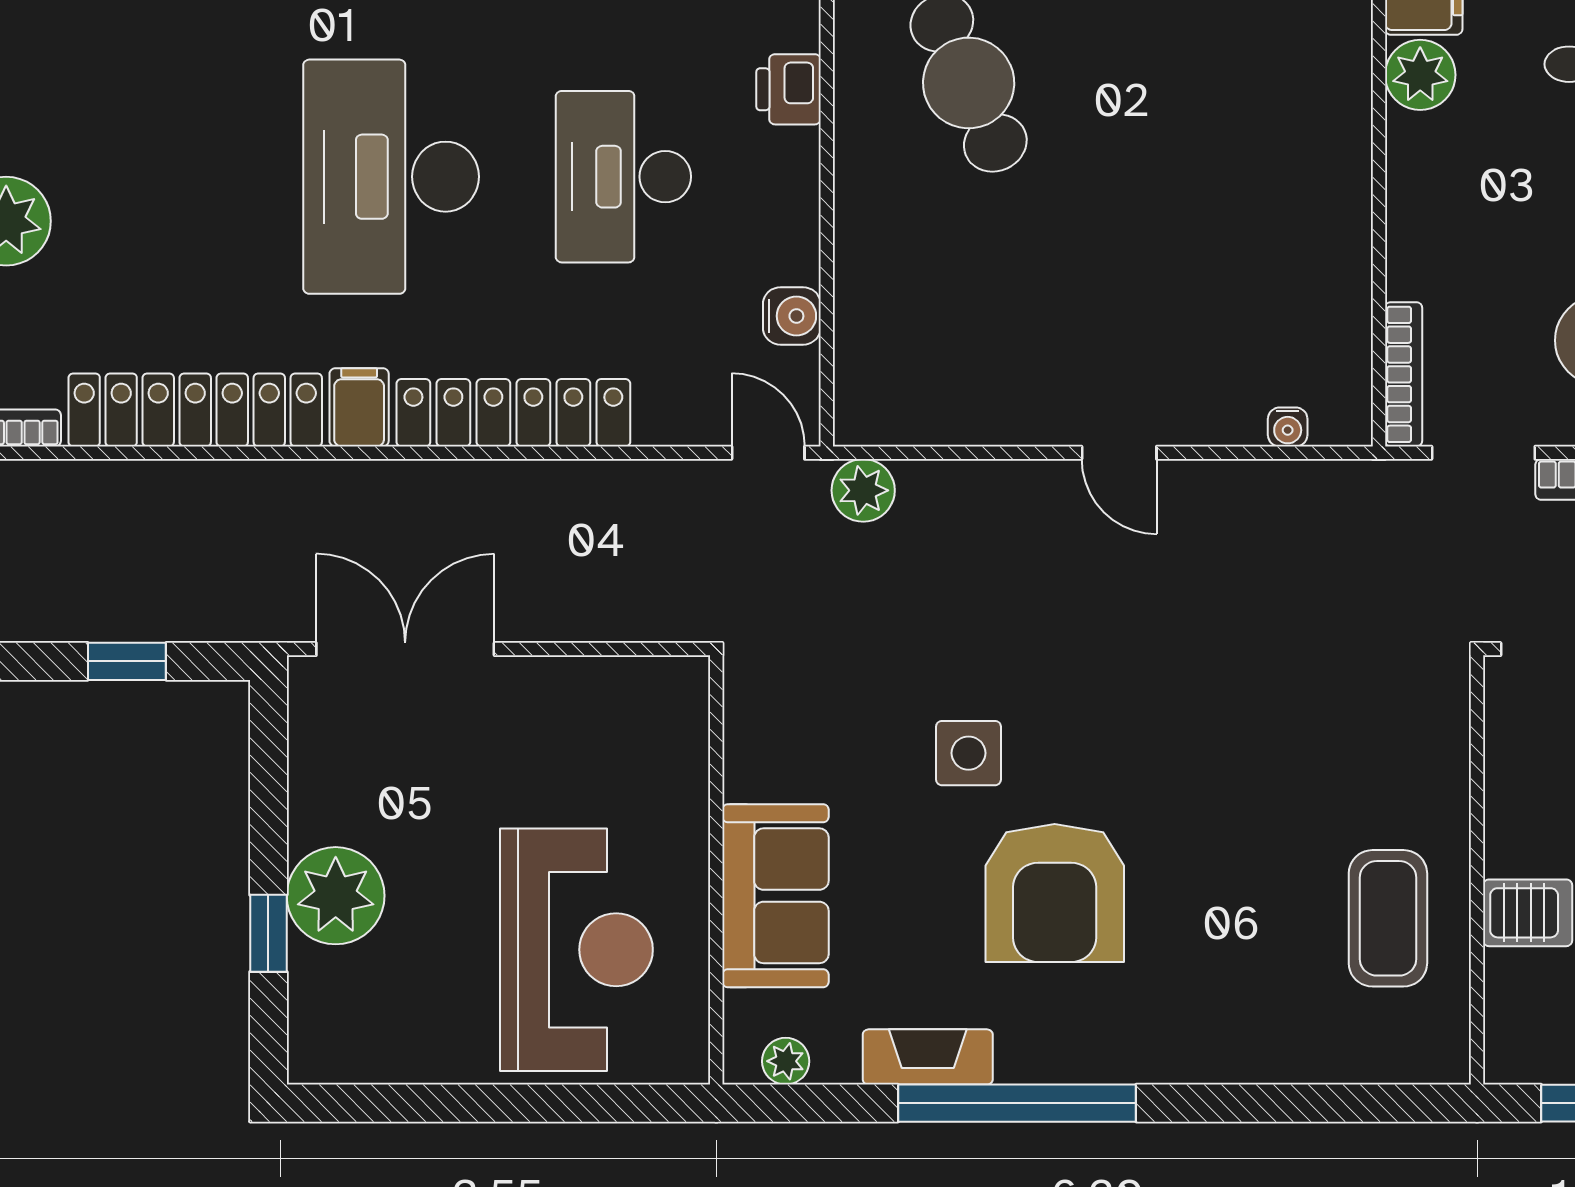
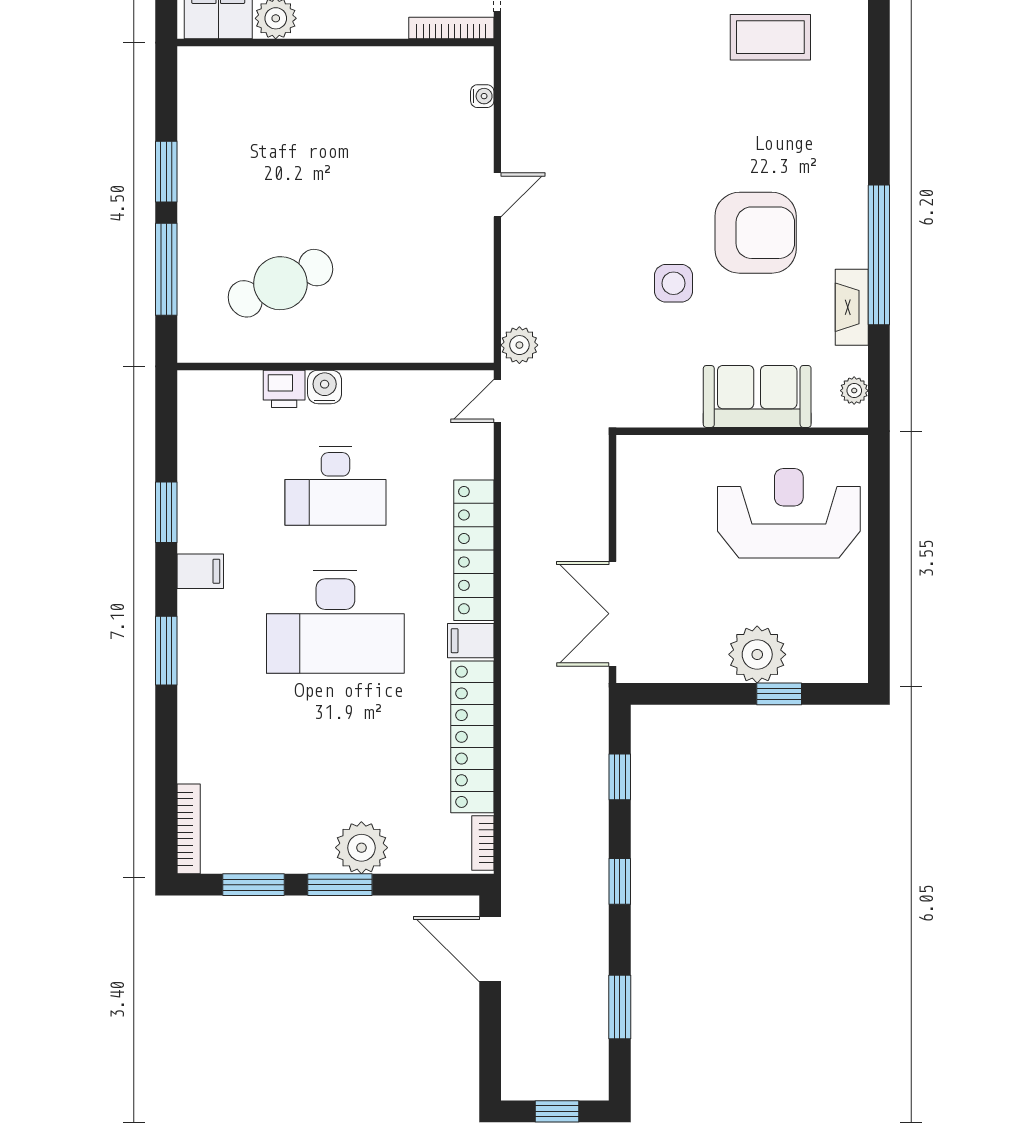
water cooler: (792, 316) -> (325, 387), moved

